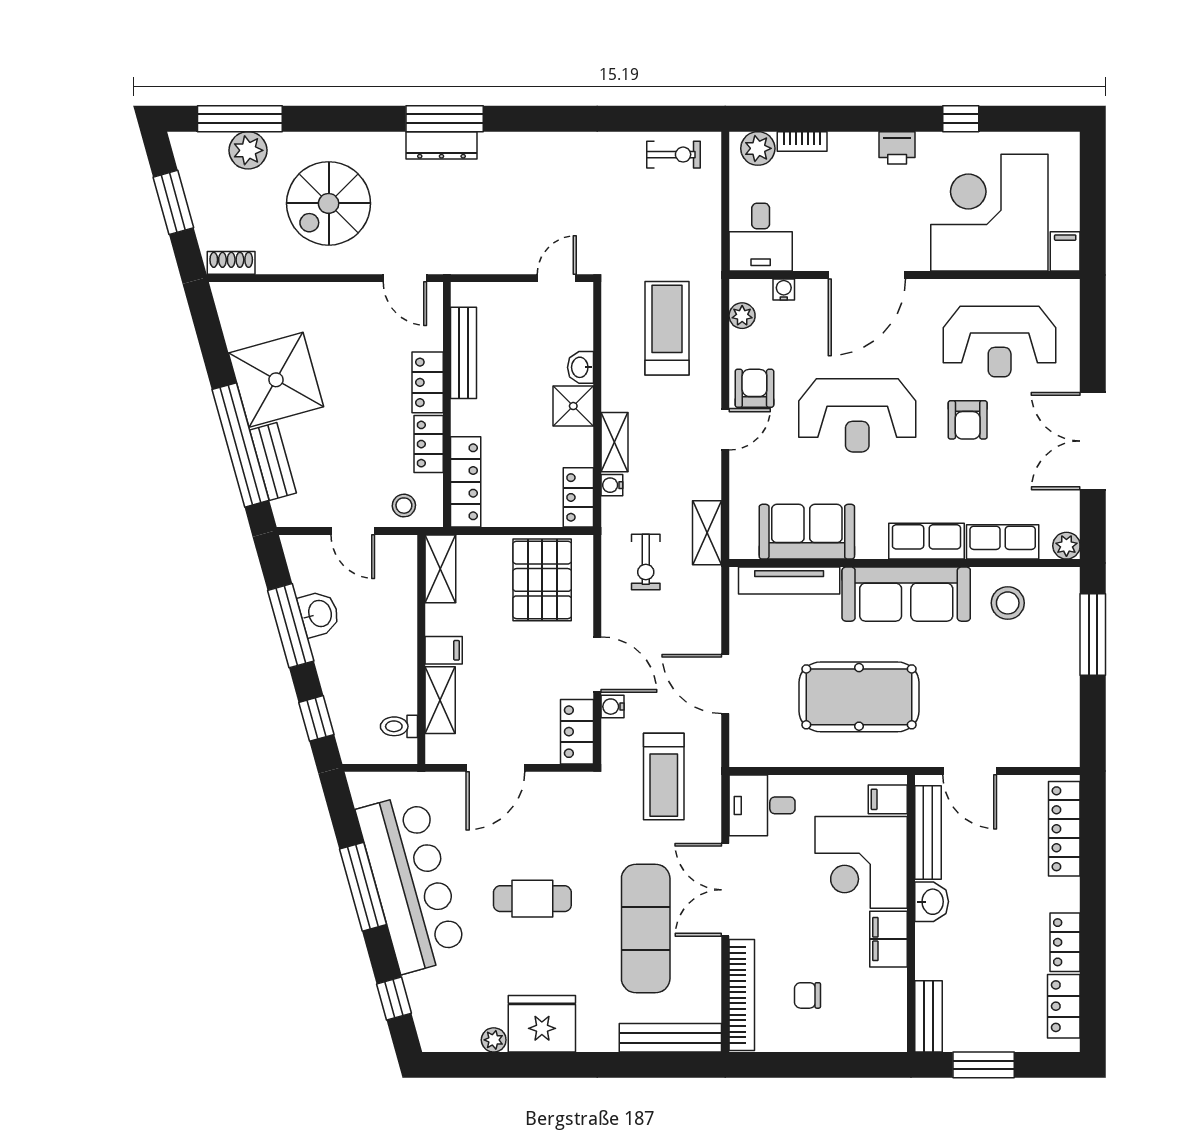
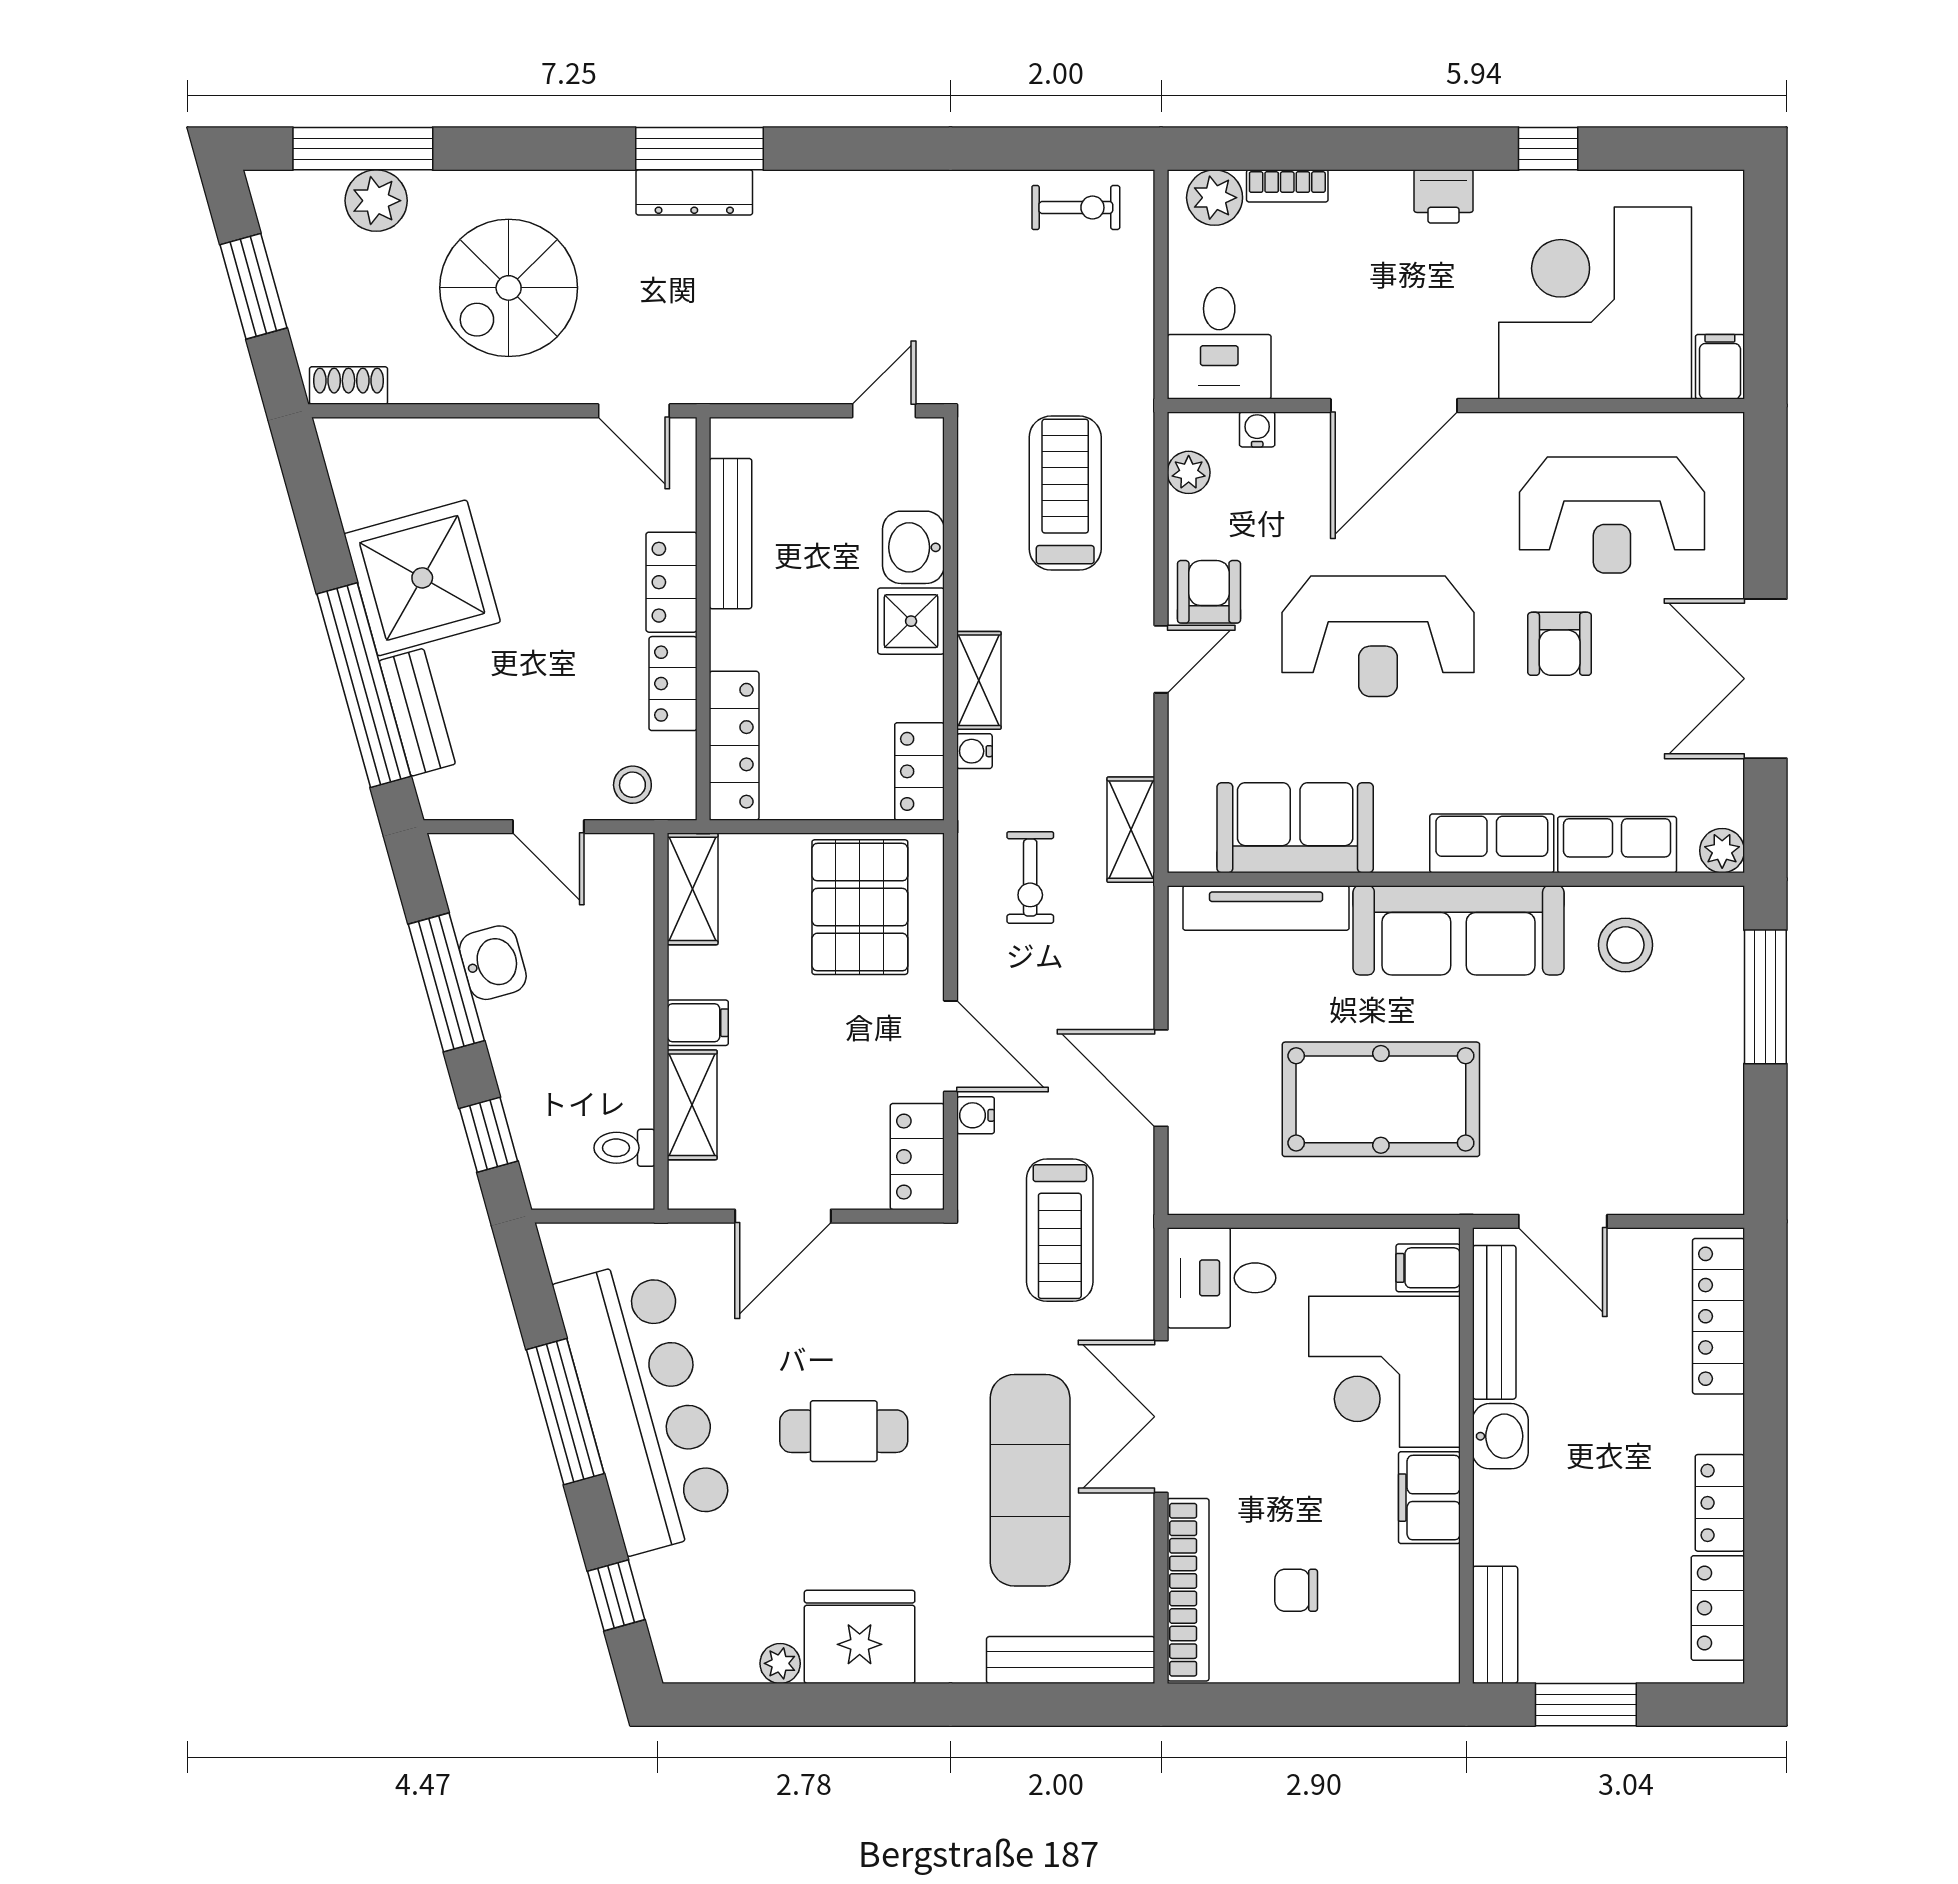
washbasin: (581, 367) -> (913, 547), width x1.38, depth x1.45

